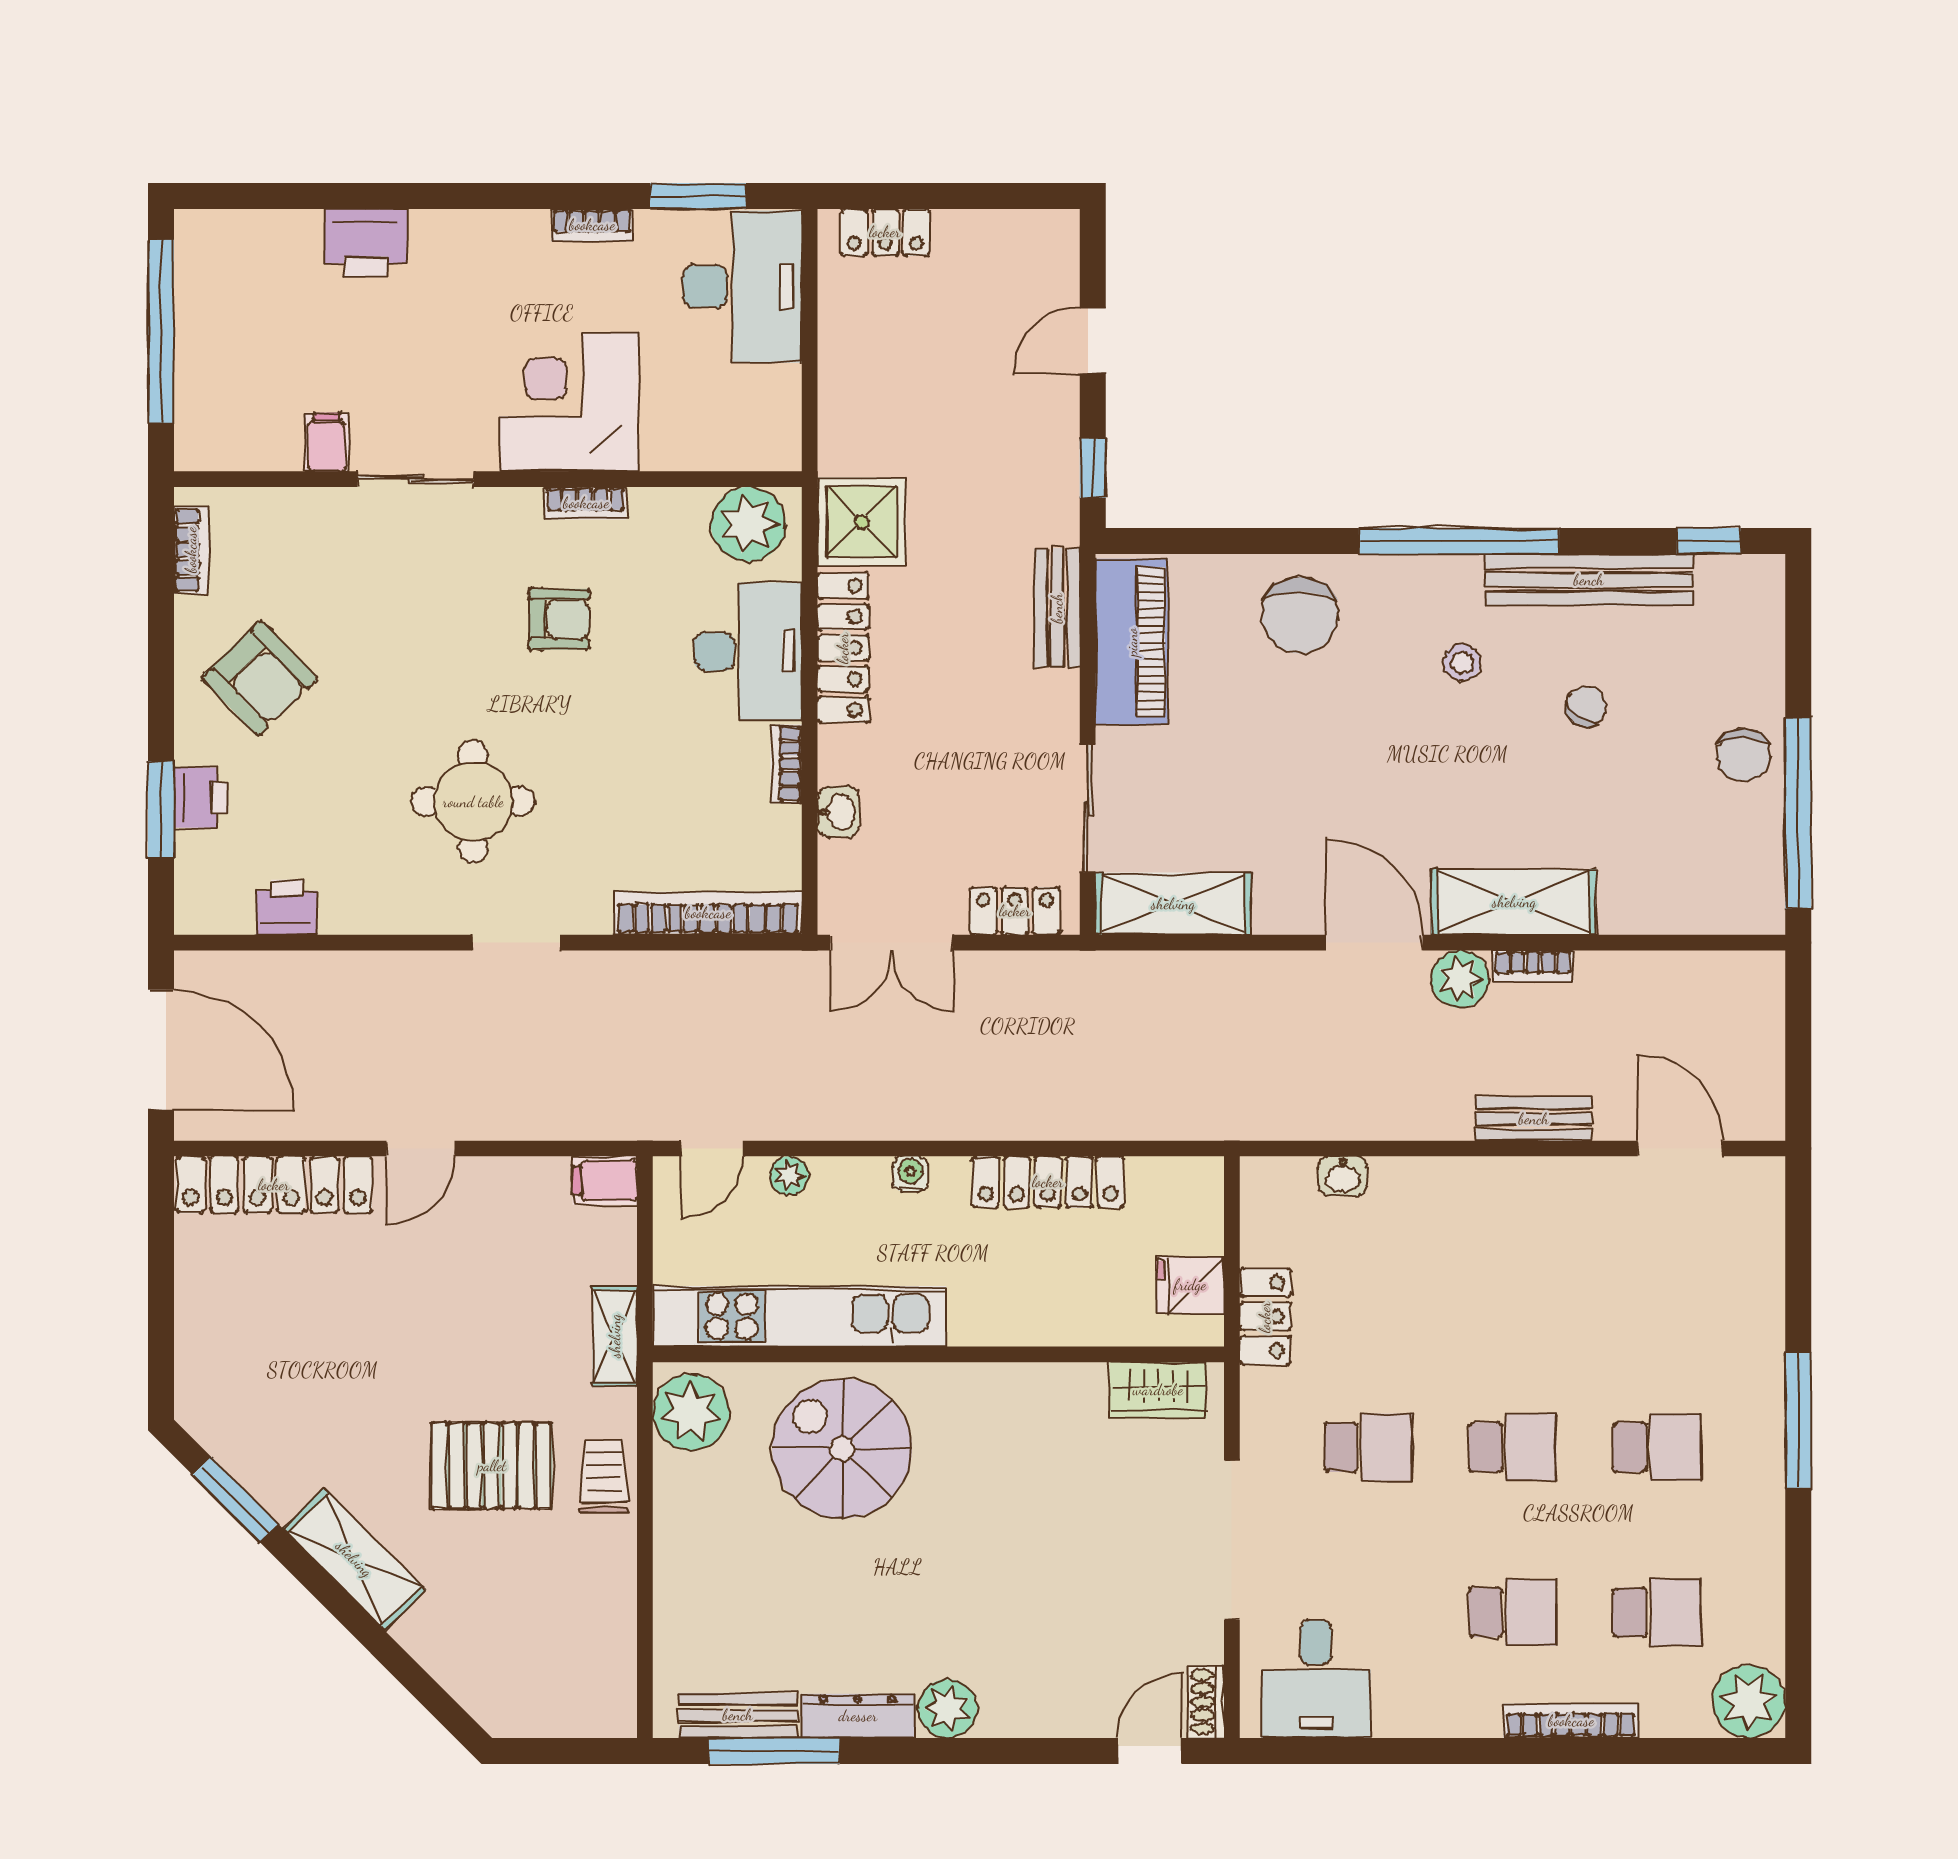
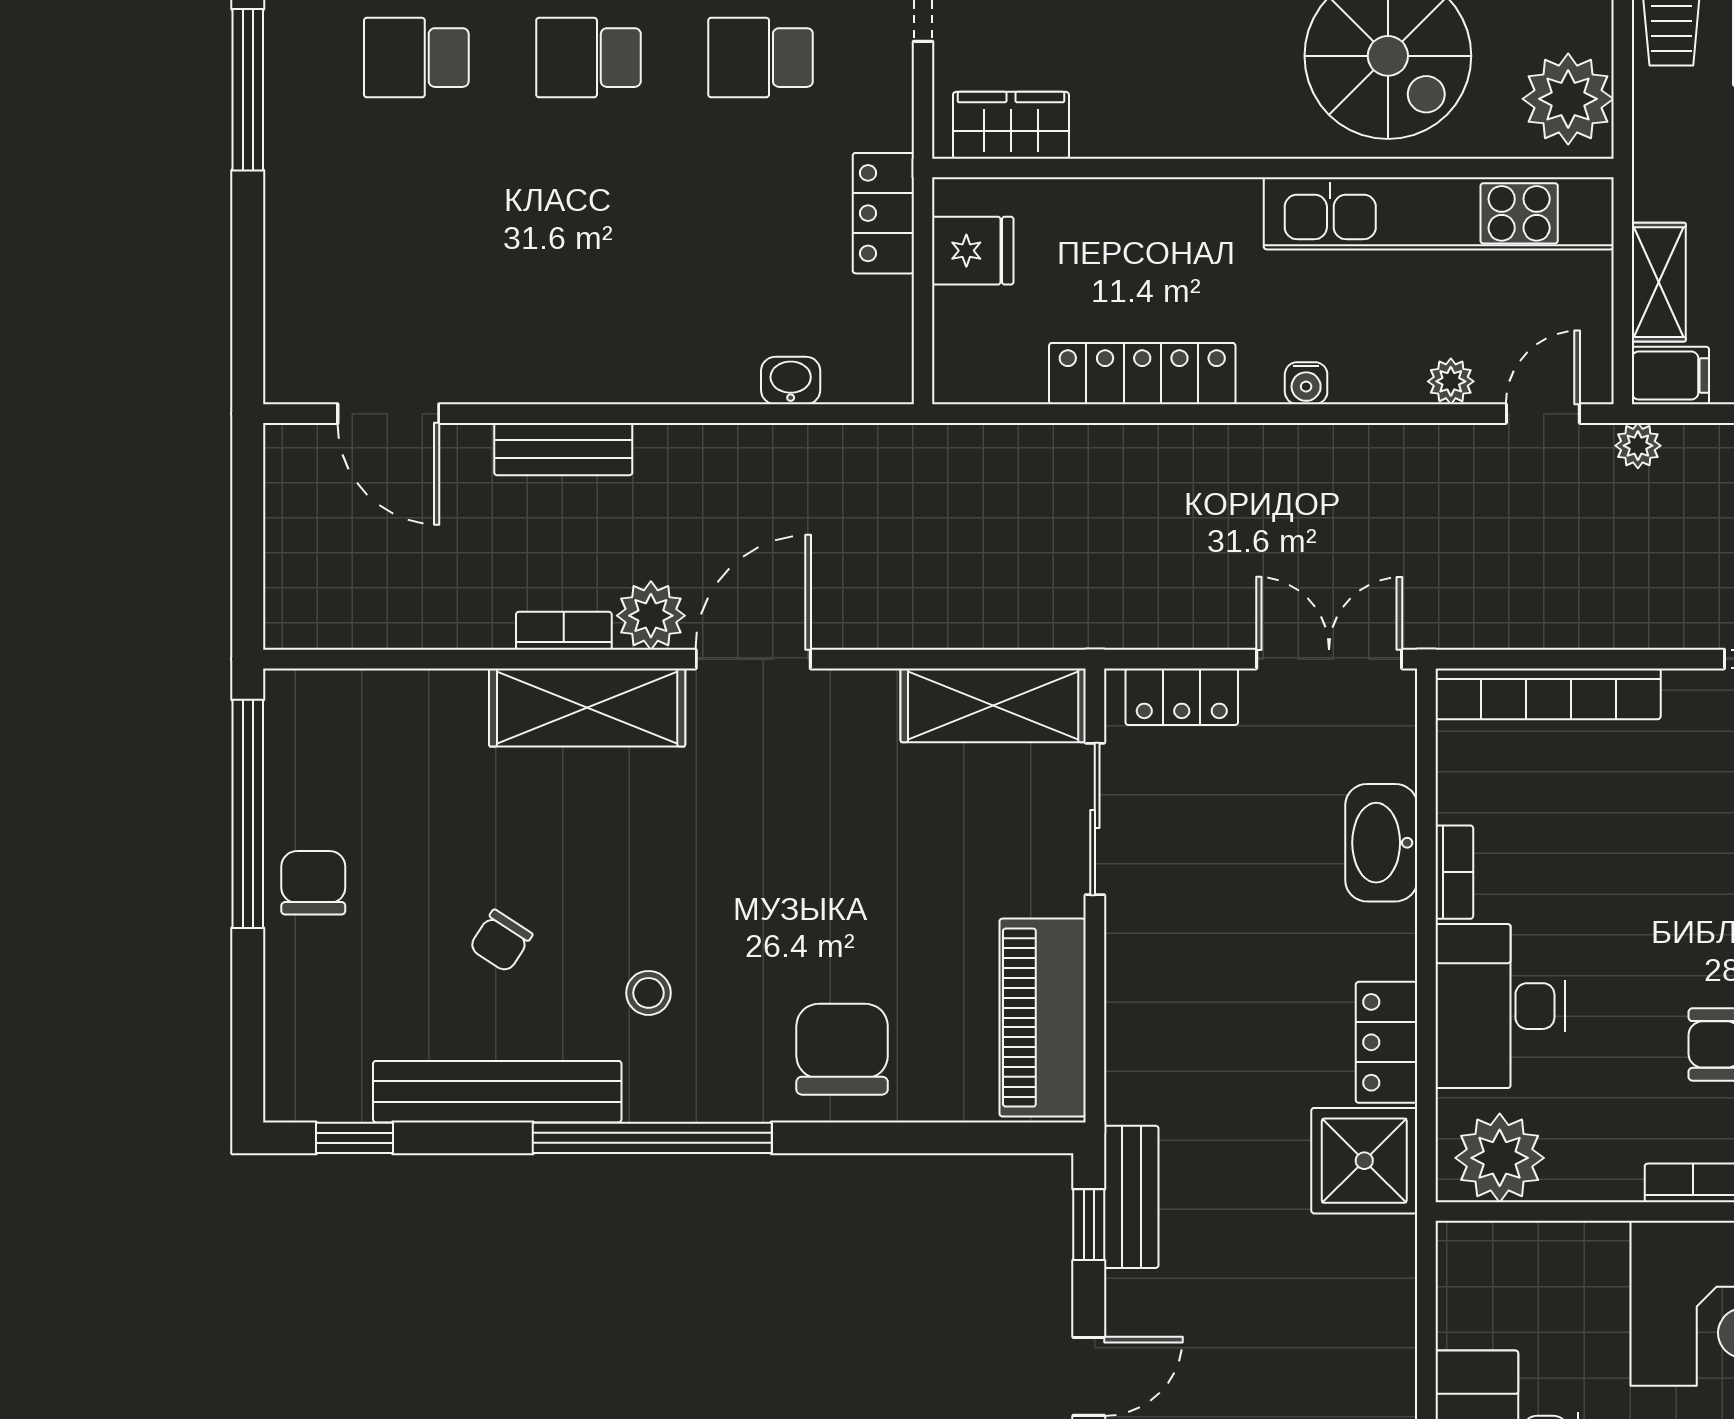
bench: (1057, 608) -> (1131, 1197), moved
locker: (843, 648) -> (1387, 1042), width x0.66
washbasin: (838, 812) -> (1381, 843), width x1.91, depth x1.45
door: (1374, 943) -> (753, 659), swing flipped
plant: (632, 1122) -> (1638, 446), added
shelving: (615, 1336) -> (1659, 282), moved

